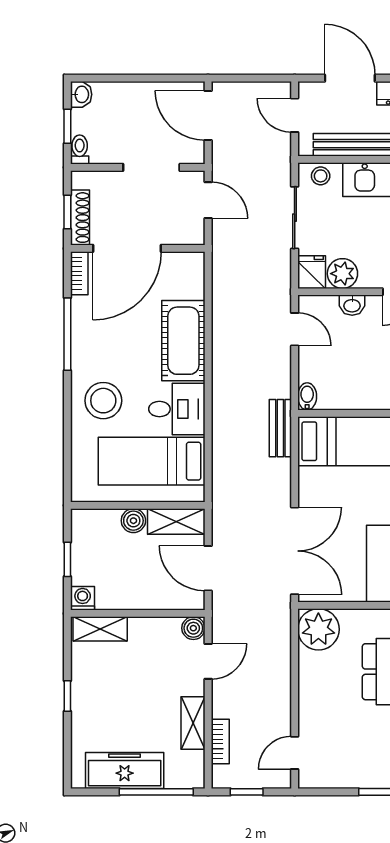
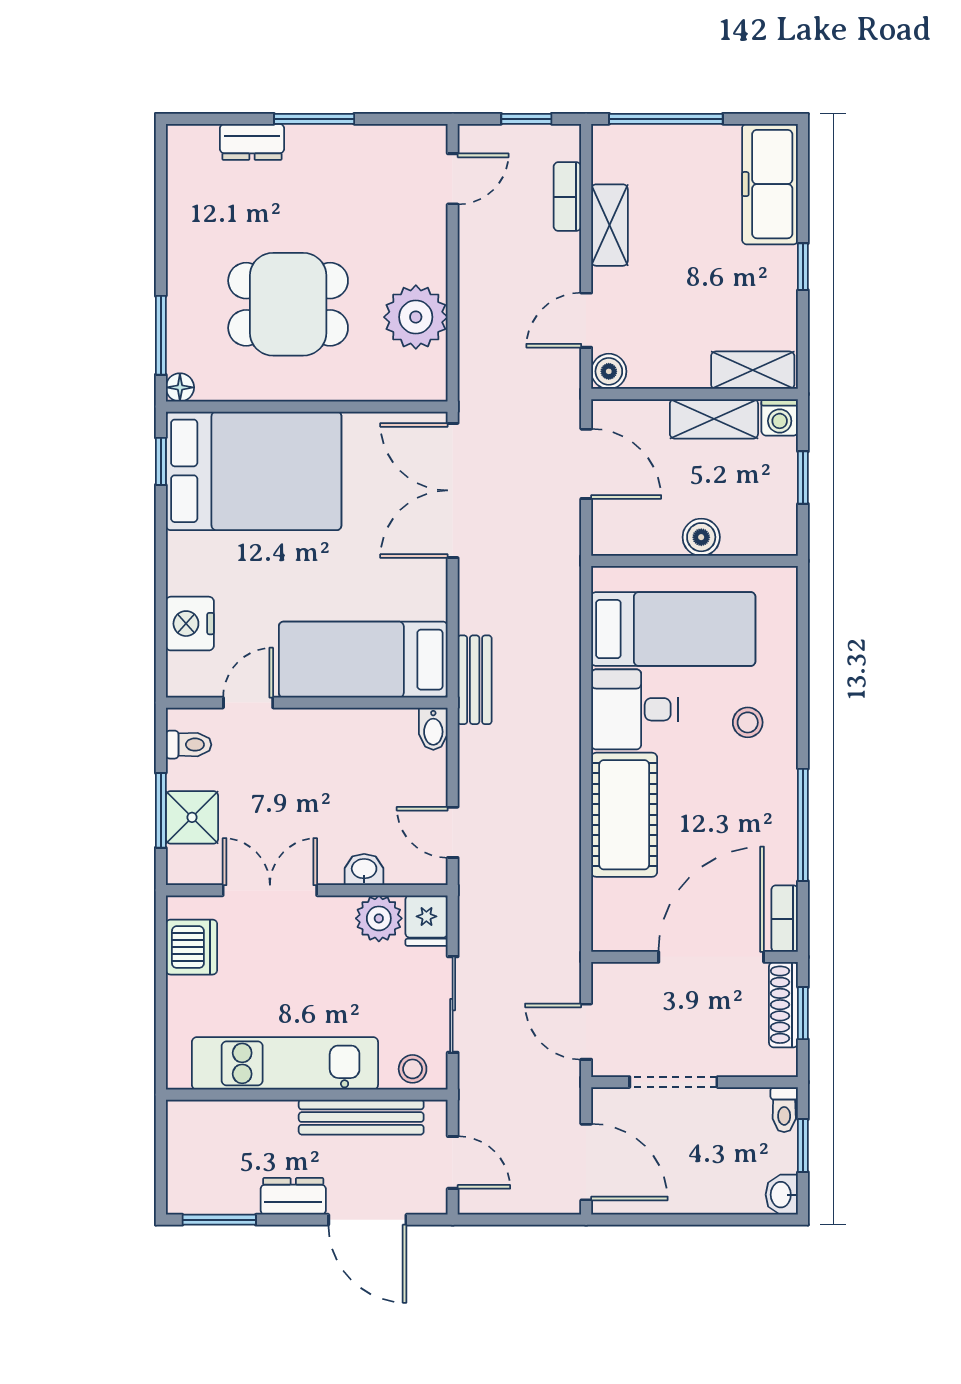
stool: (103, 401) -> (748, 722), width x0.53, depth x0.53
shelving: (176, 521) -> (714, 419), moved
plant: (318, 629) -> (416, 317), moved
freezer: (125, 771) -> (770, 184), moved, turned 90

